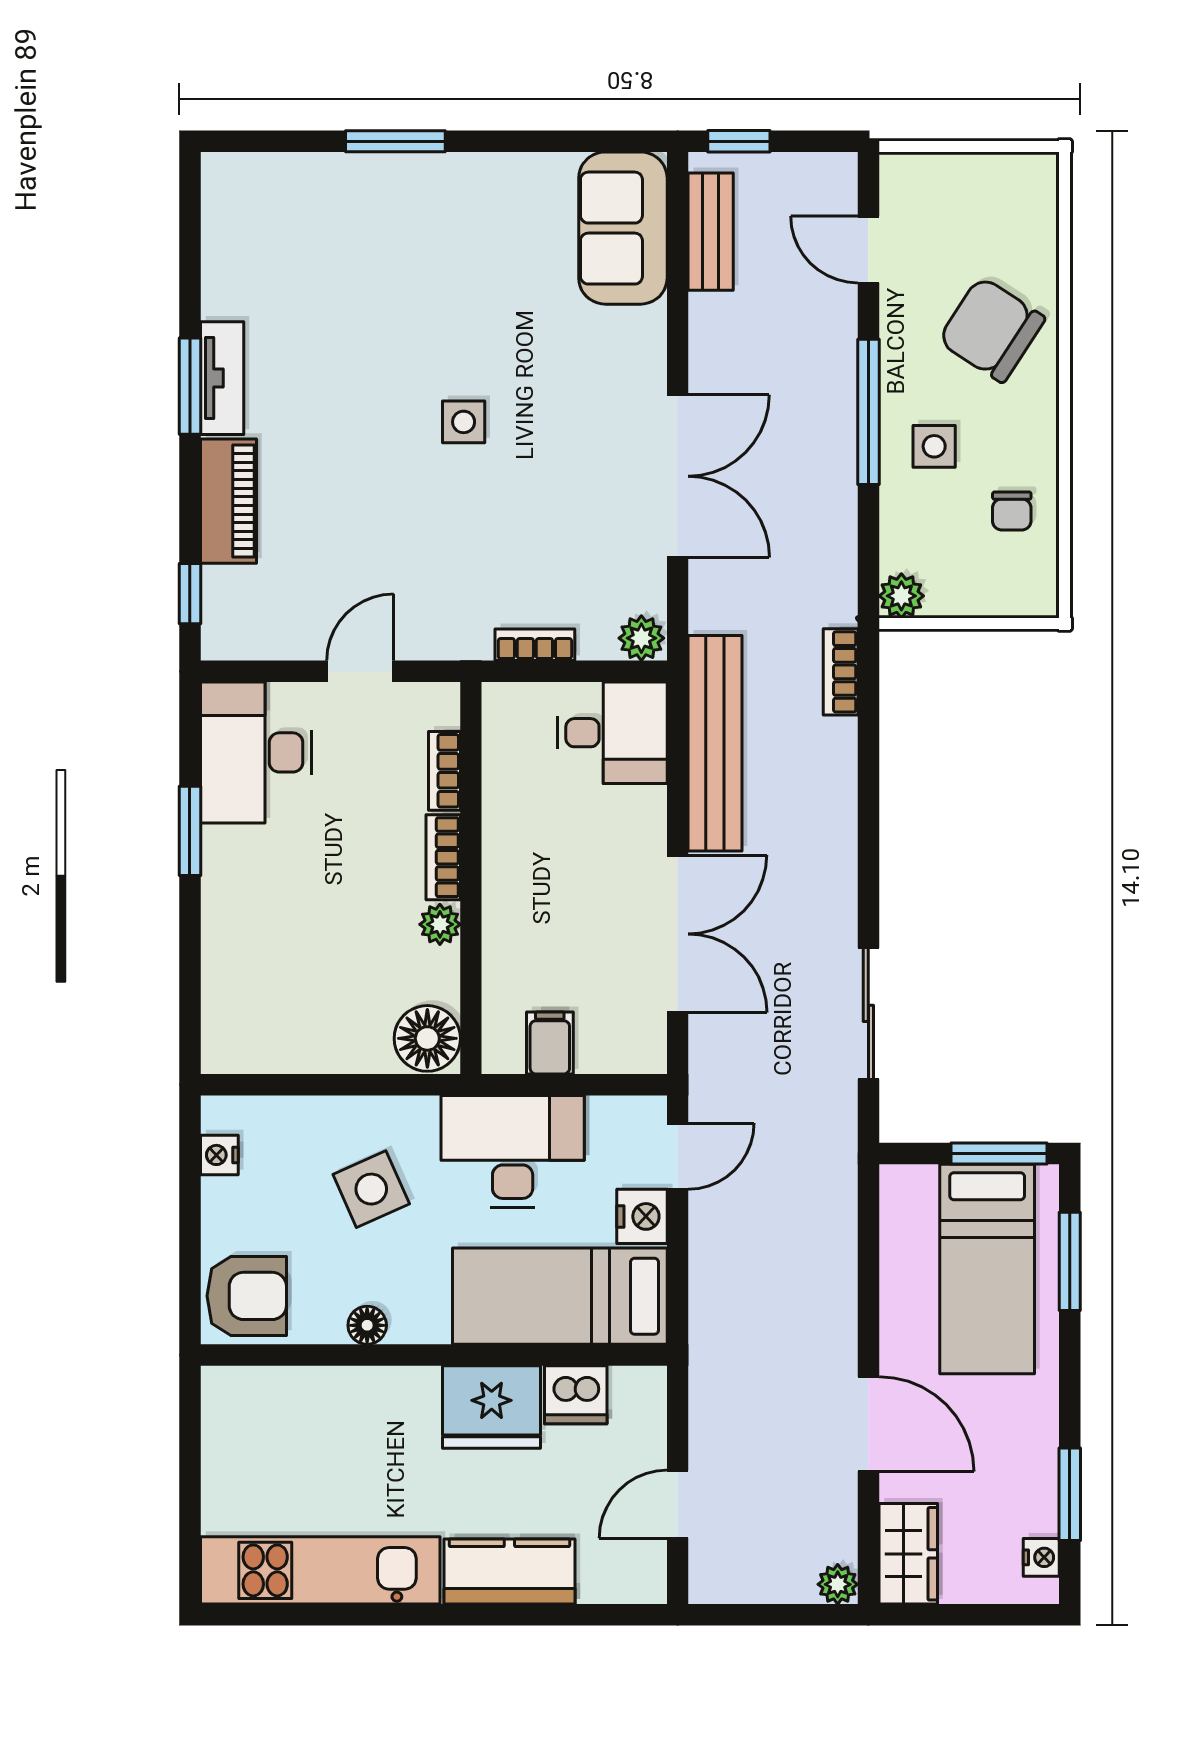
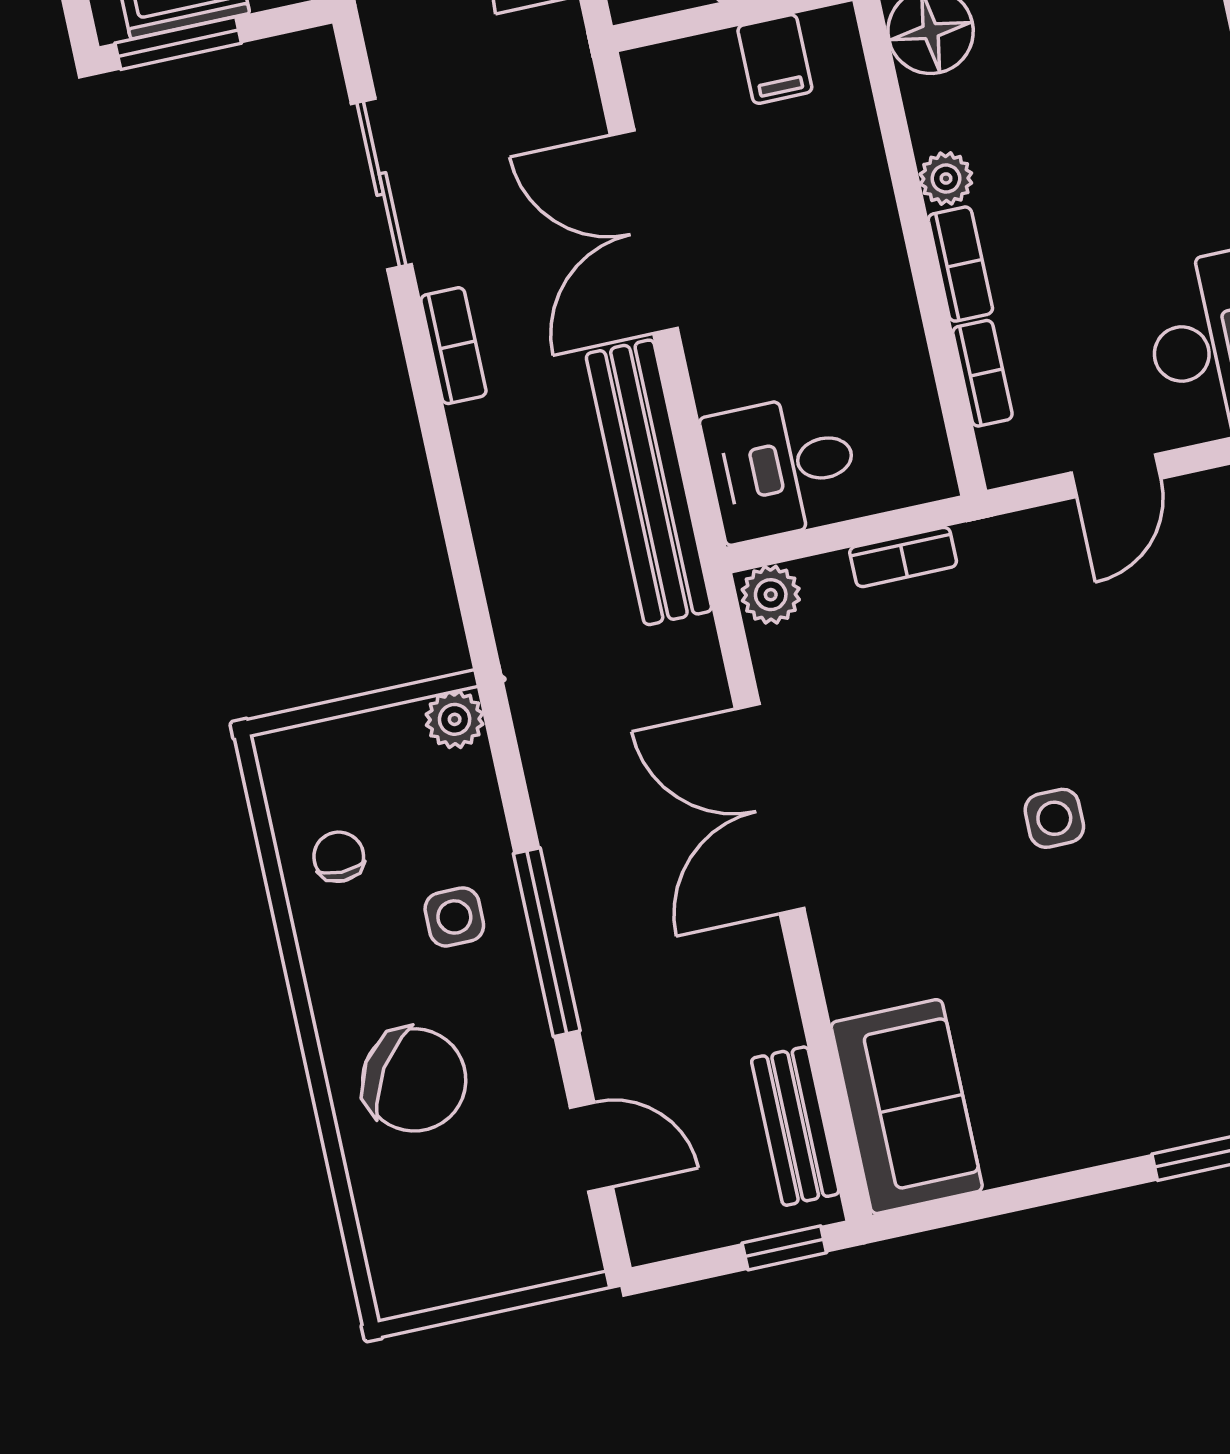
bookcase: (841, 672) -> (453, 346), moved

